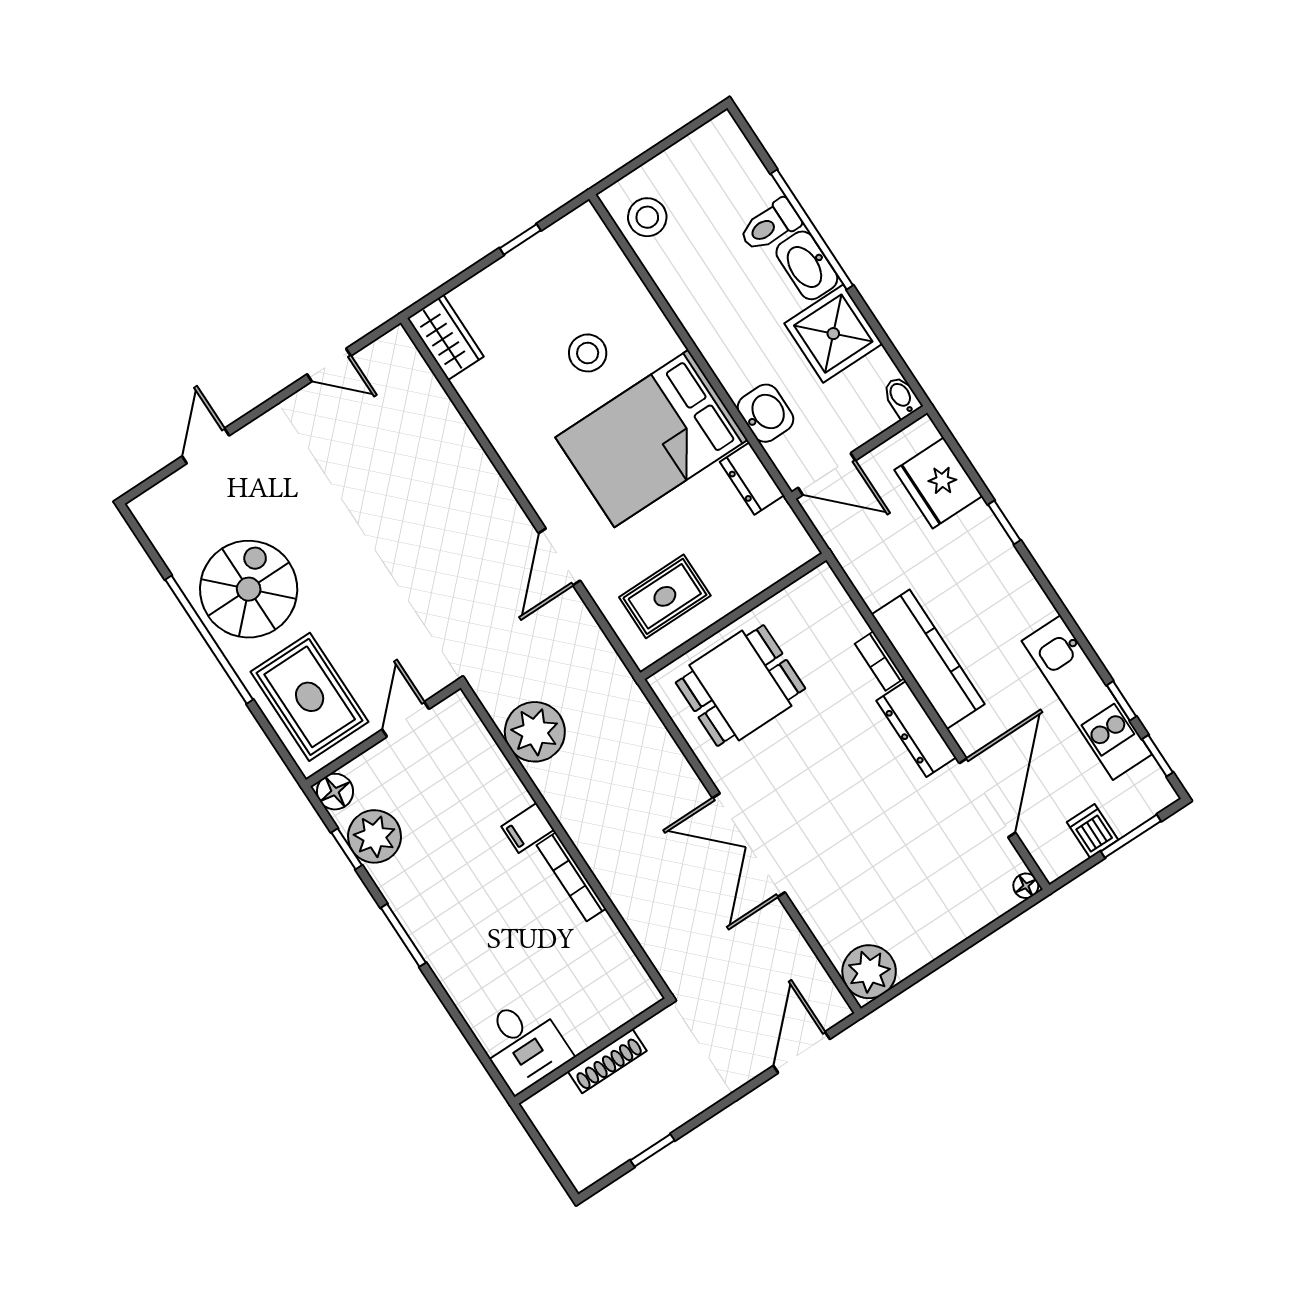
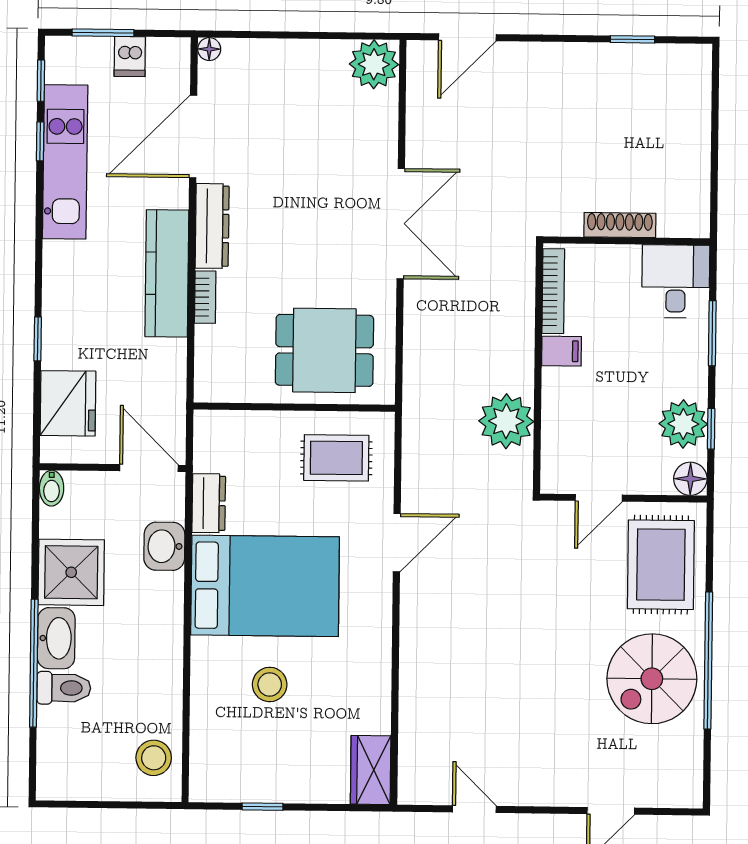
desk: (523, 1044) -> (676, 281), moved
wall: (592, 1051) -> (626, 241), moved
shoe rack: (607, 1061) -> (620, 225), moved

